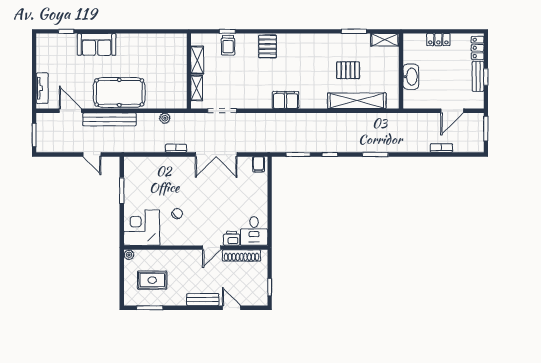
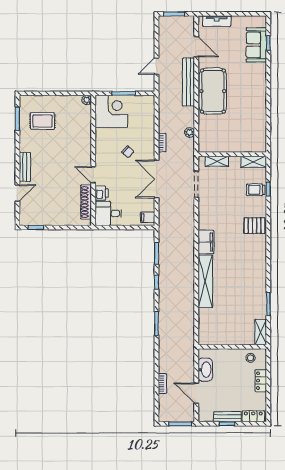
sofa: (97, 44) -> (256, 45), moved
stool: (413, 51) -> (250, 358), added
shelving: (197, 60) -> (254, 162), moved
pallet: (348, 70) -> (233, 299), removed
washbasin: (411, 77) -> (205, 370), moved, turned -90
shelving: (357, 101) -> (205, 281), moved
door: (70, 111) -> (196, 47), hinge flipped
chair: (177, 214) -> (128, 152), moved
corner desk: (142, 228) -> (111, 111), moved
desk: (254, 231) -> (108, 213), moved
printer: (232, 238) -> (102, 193), moved
wall: (196, 248) -> (93, 160), moved
door: (212, 248) -> (93, 175), moved
plant: (129, 255) -> (87, 100), moved
shoe rack: (242, 255) -> (86, 202), moved
rug: (152, 280) -> (42, 121), turned 90

